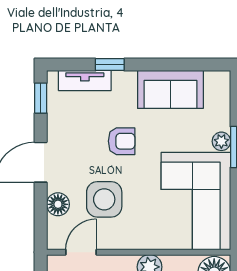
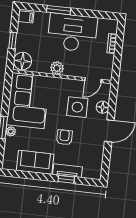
tv unit: (85, 81) -> (67, 171), moved
window: (41, 98) -> (106, 165), removed
armchair: (122, 141) -> (64, 137), turned 90

